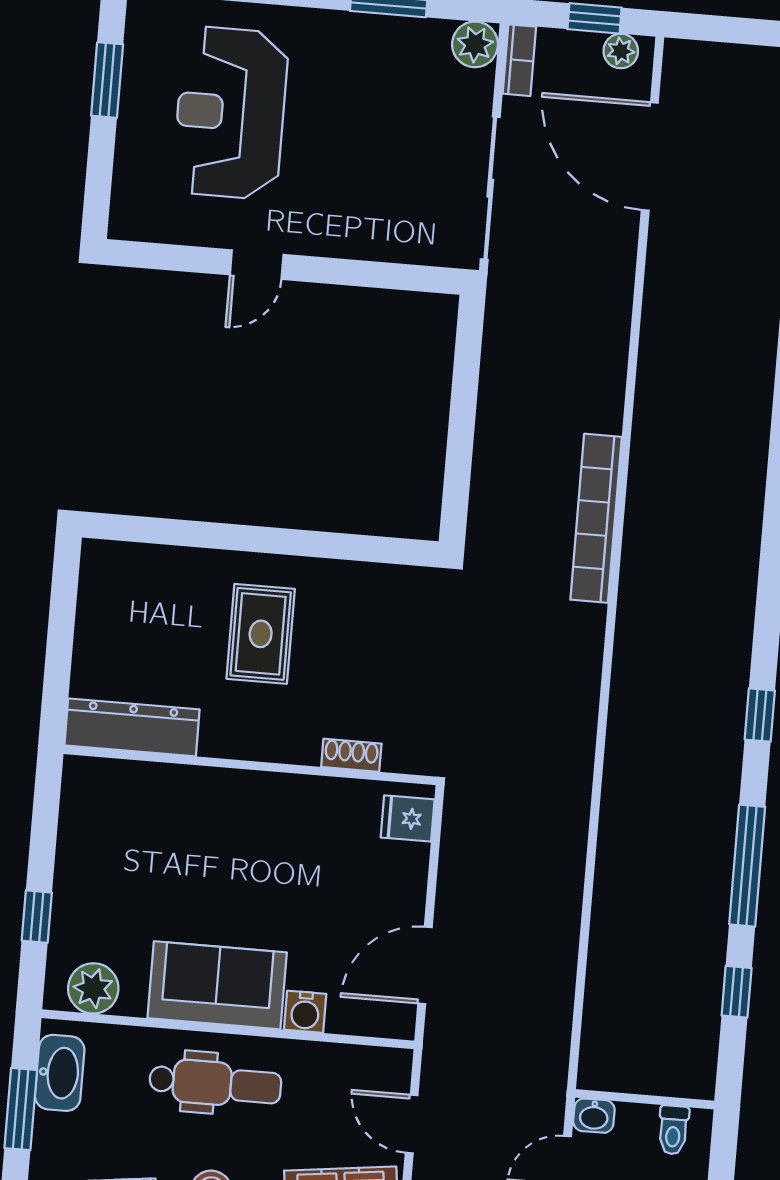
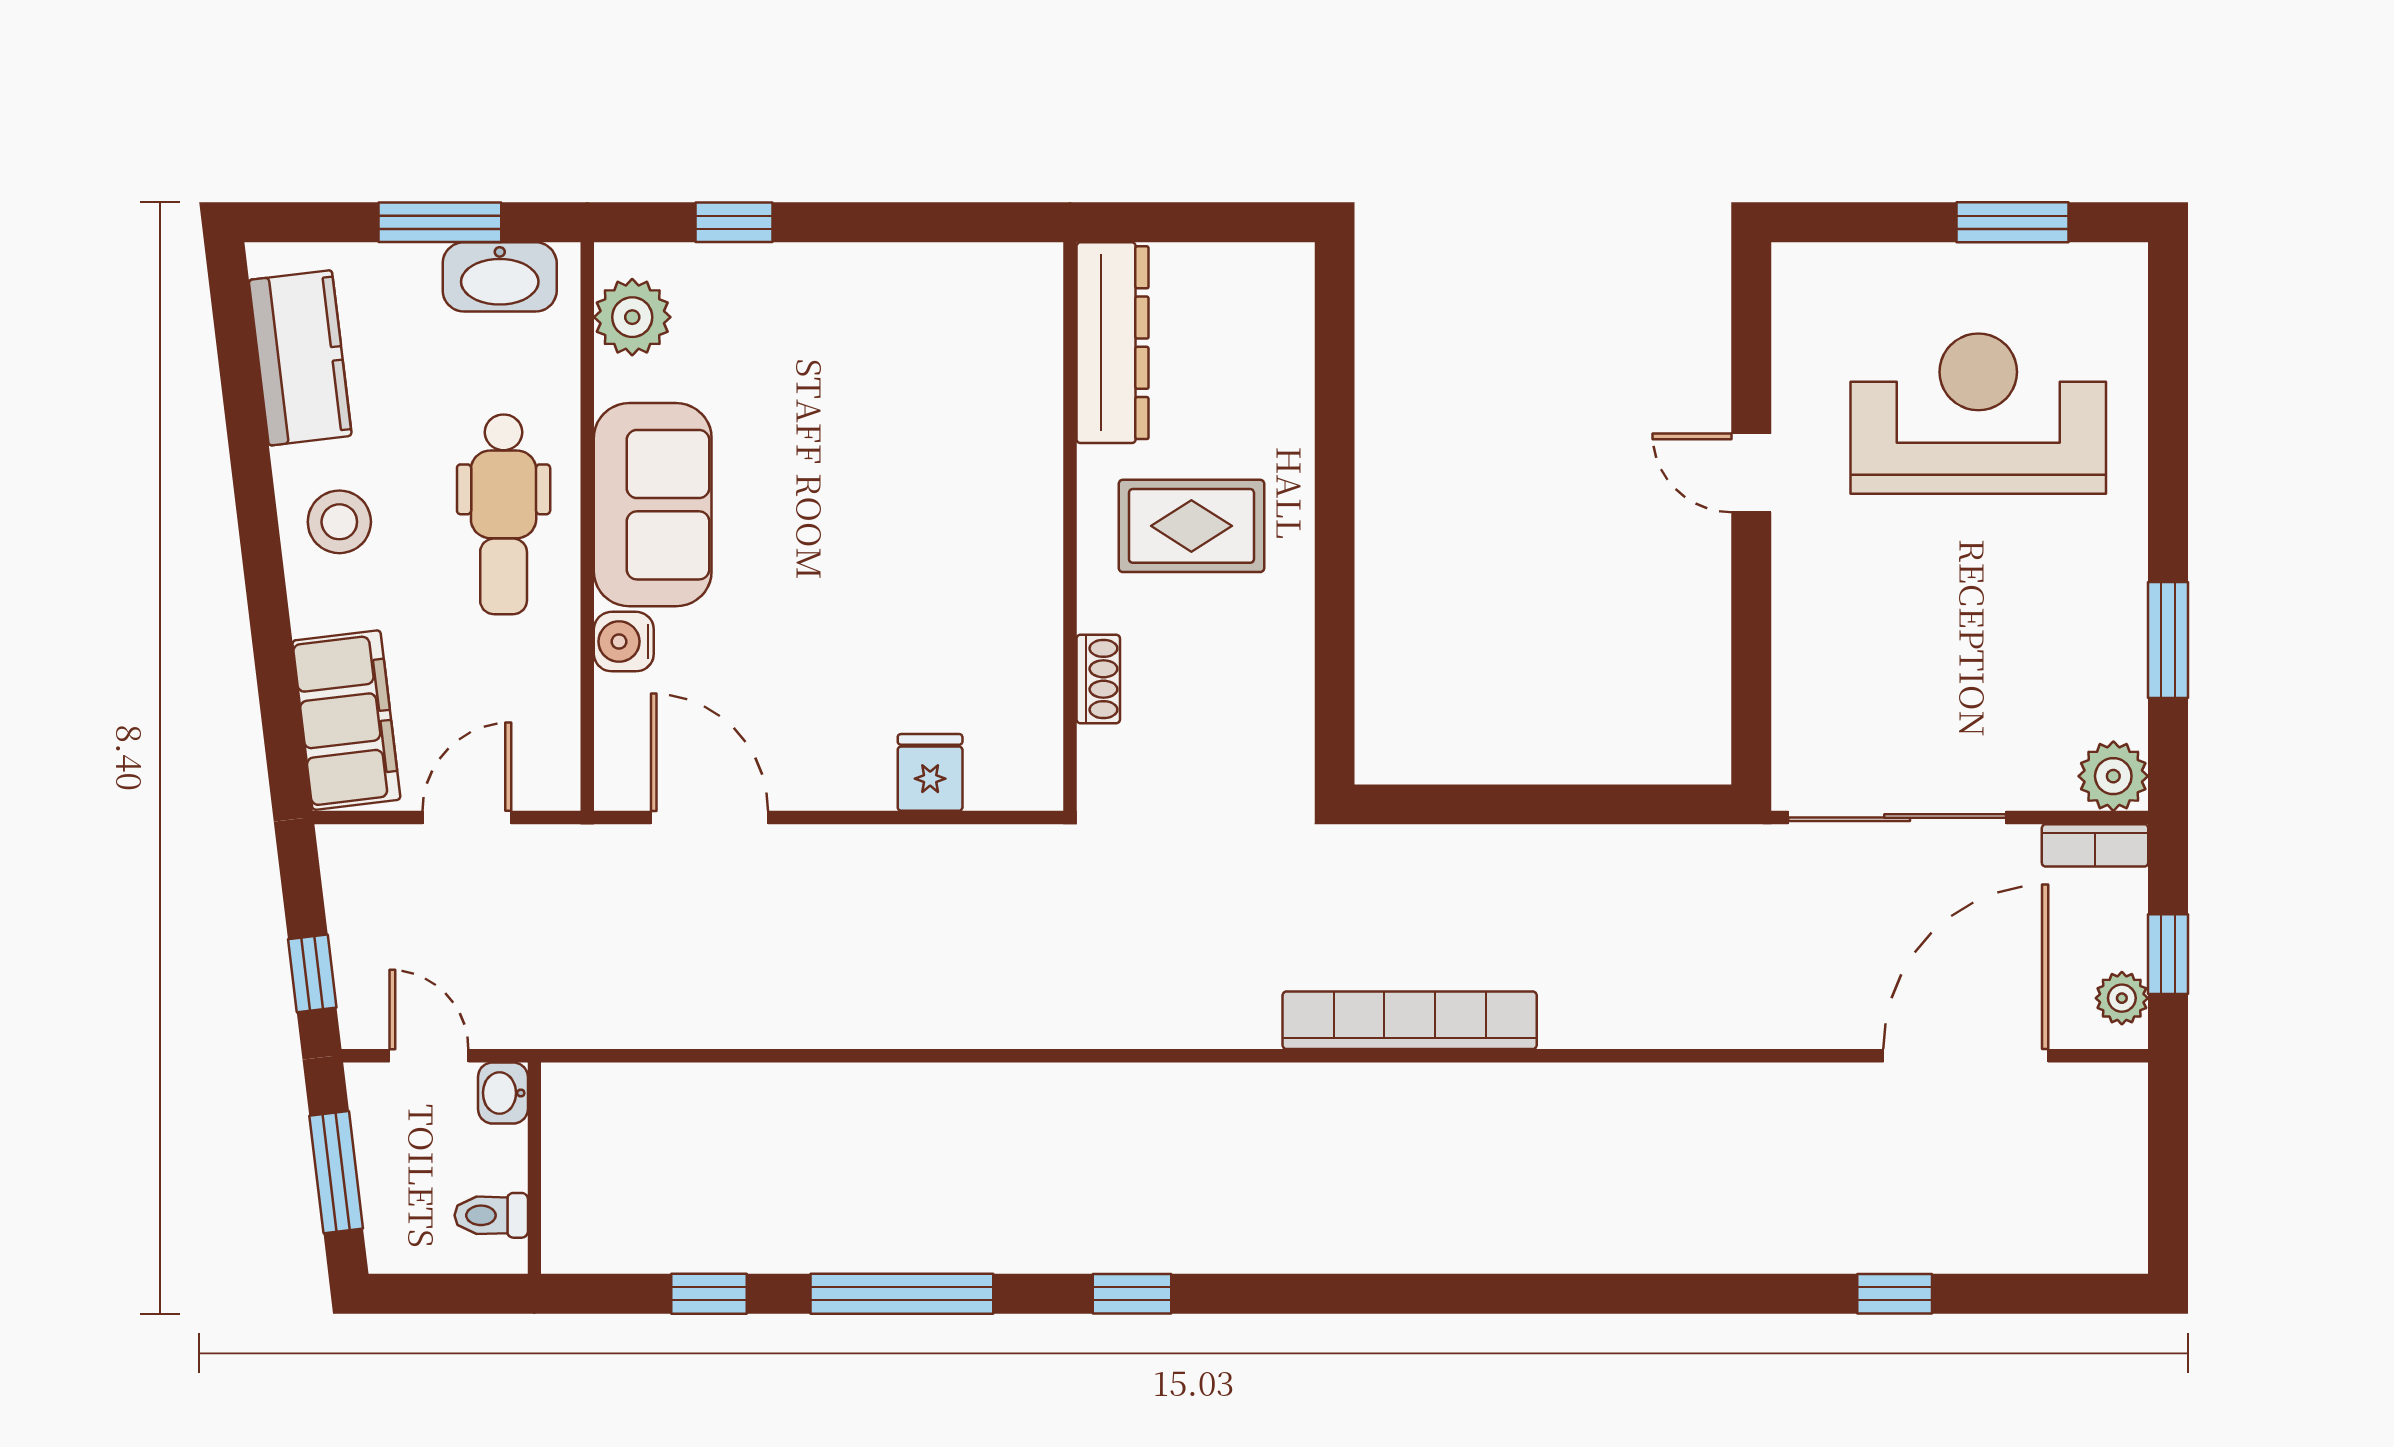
dresser: (132, 727) -> (1113, 343), moved
shoe rack: (351, 755) -> (1098, 679), moved
wall: (250, 765) -> (1070, 527), moved

